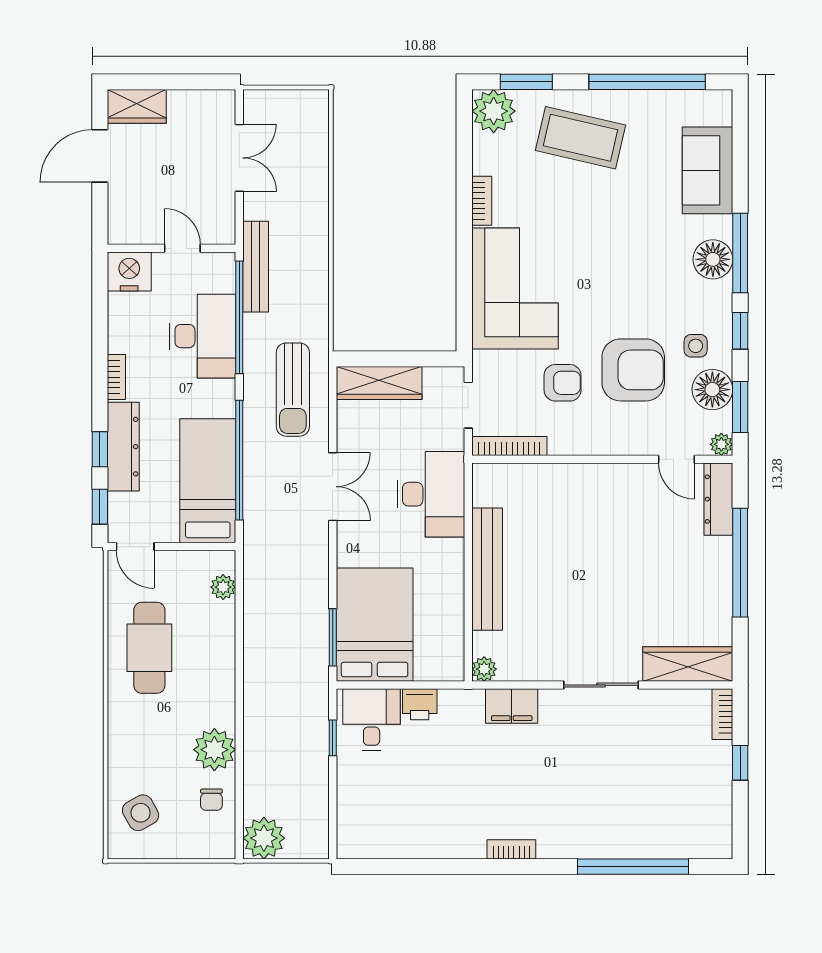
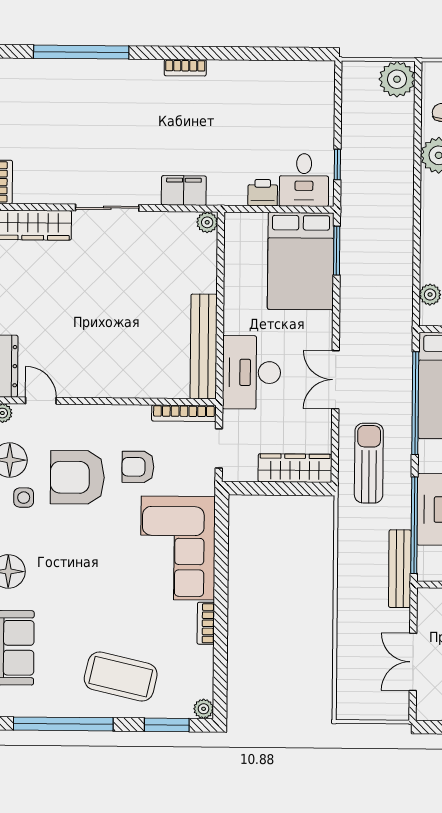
plant: (494, 111) -> (204, 709), width x0.53, depth x0.53
bench: (487, 569) -> (204, 346), moved

